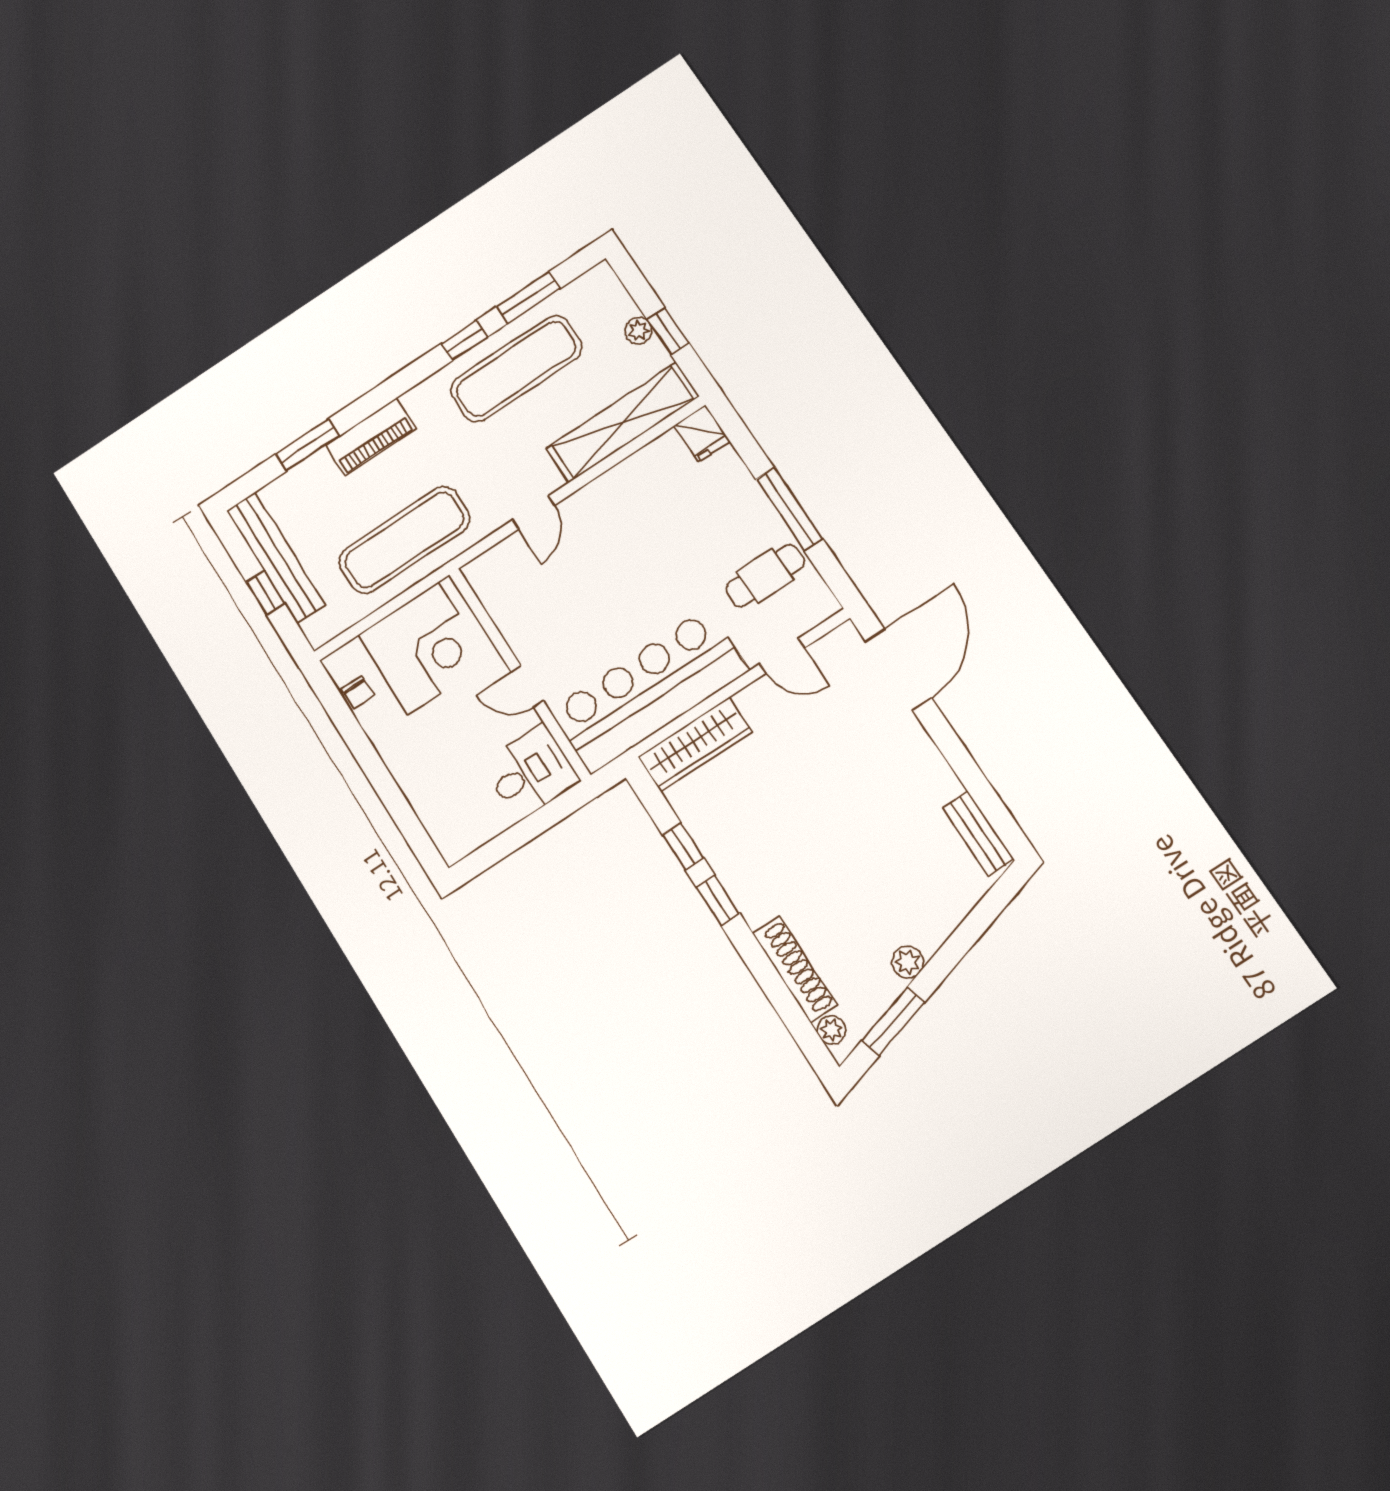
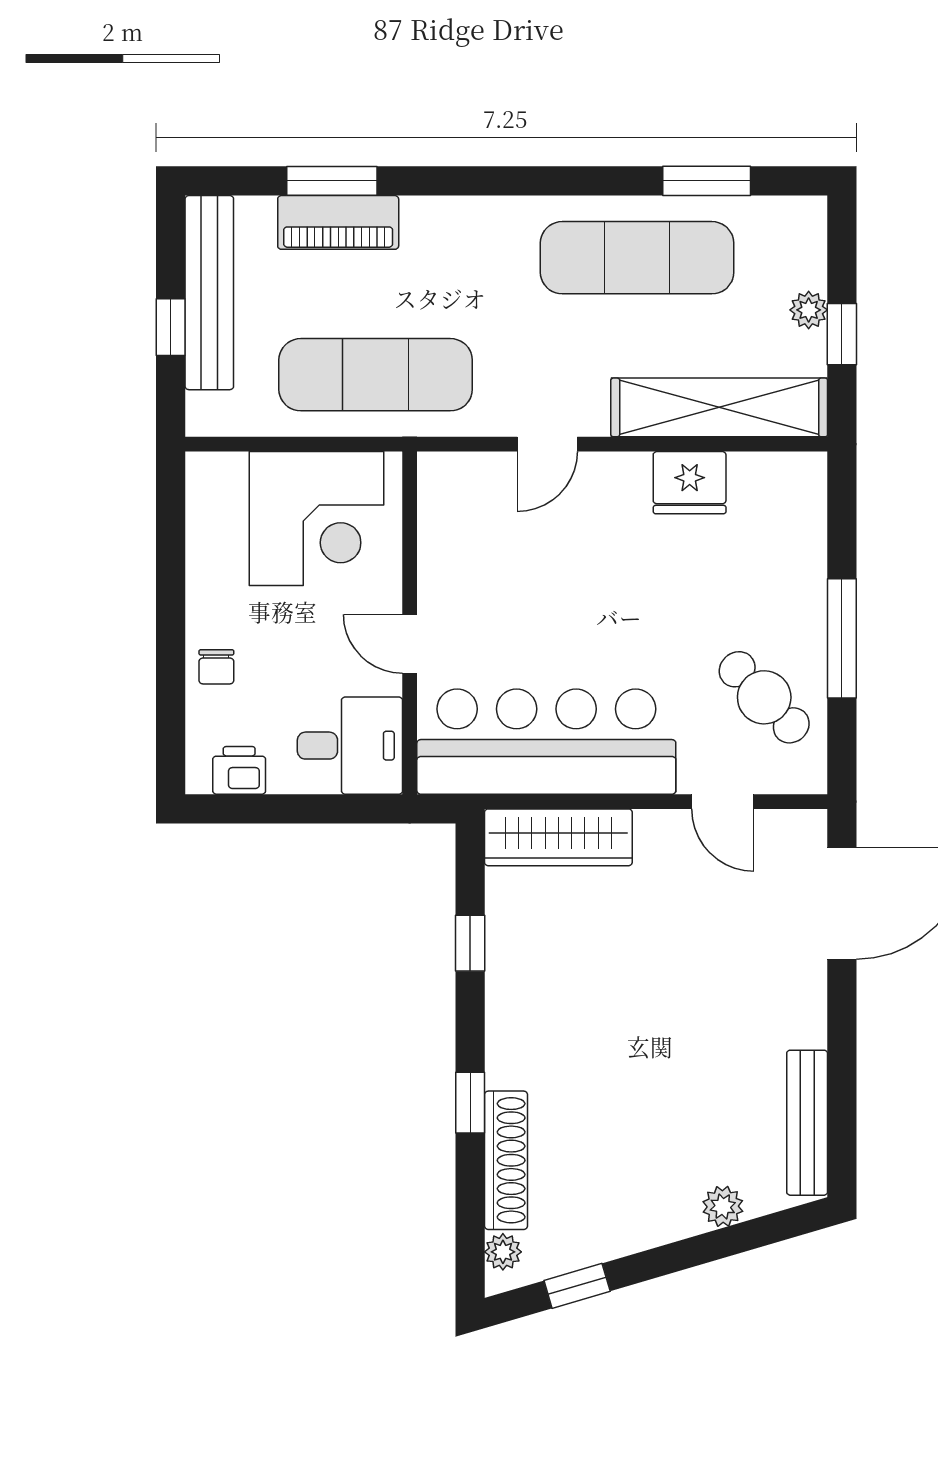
window: (464, 340) -> (599, 181), removed
fridge: (702, 433) -> (690, 483), moved, width x1.38
piano: (371, 437) -> (338, 222), moved
cafe table: (765, 576) -> (764, 697), turned 46
chair: (358, 693) -> (216, 667), moved
printer: (472, 832) -> (239, 770), added
bench: (978, 834) -> (807, 1123), width x1.36
window: (718, 900) -> (470, 1103), moved
plant: (908, 962) -> (723, 1206), moved
window: (893, 1021) -> (577, 1286), width x0.67

